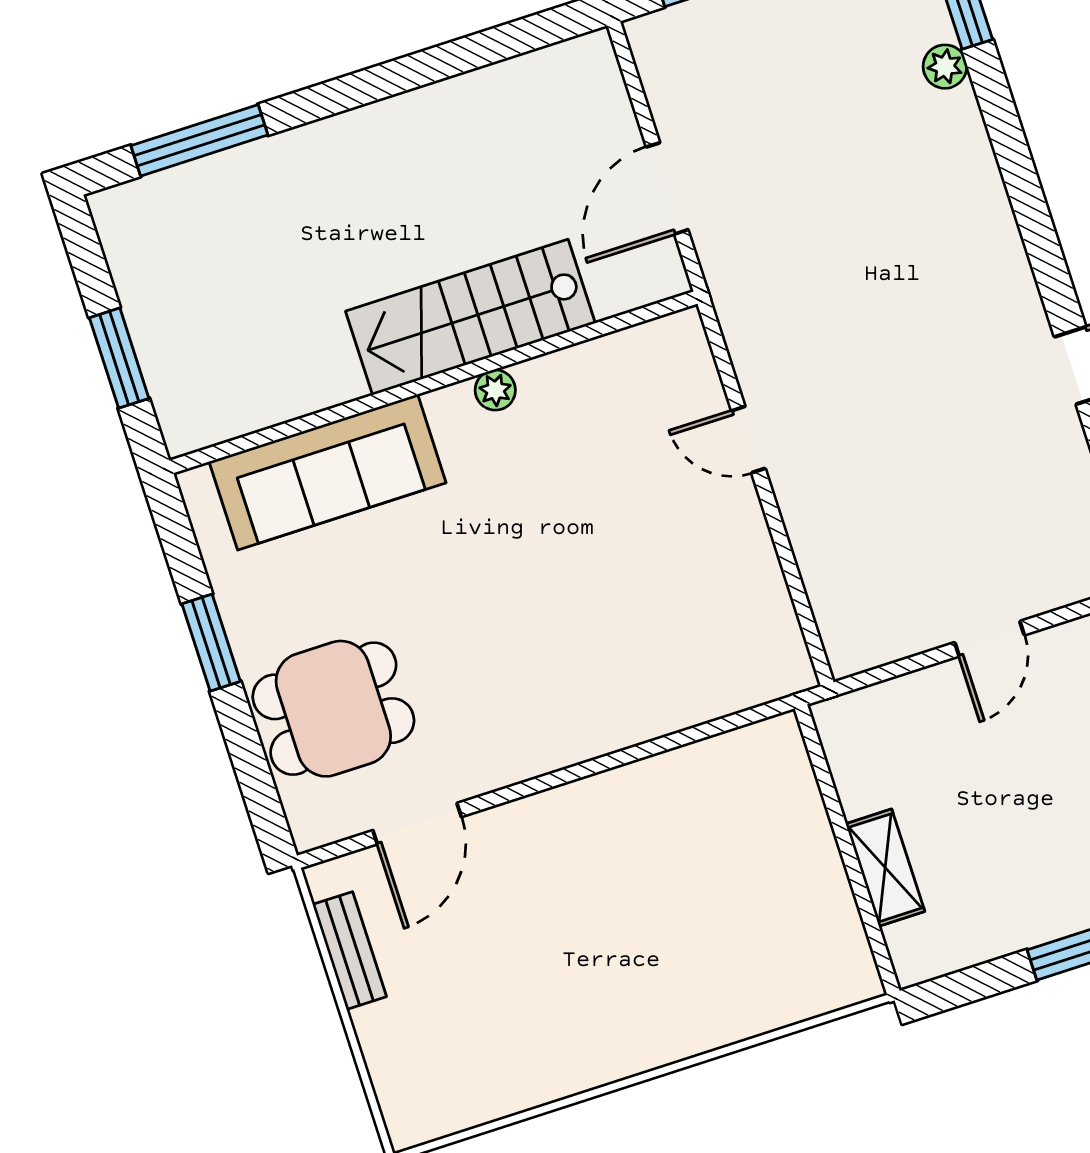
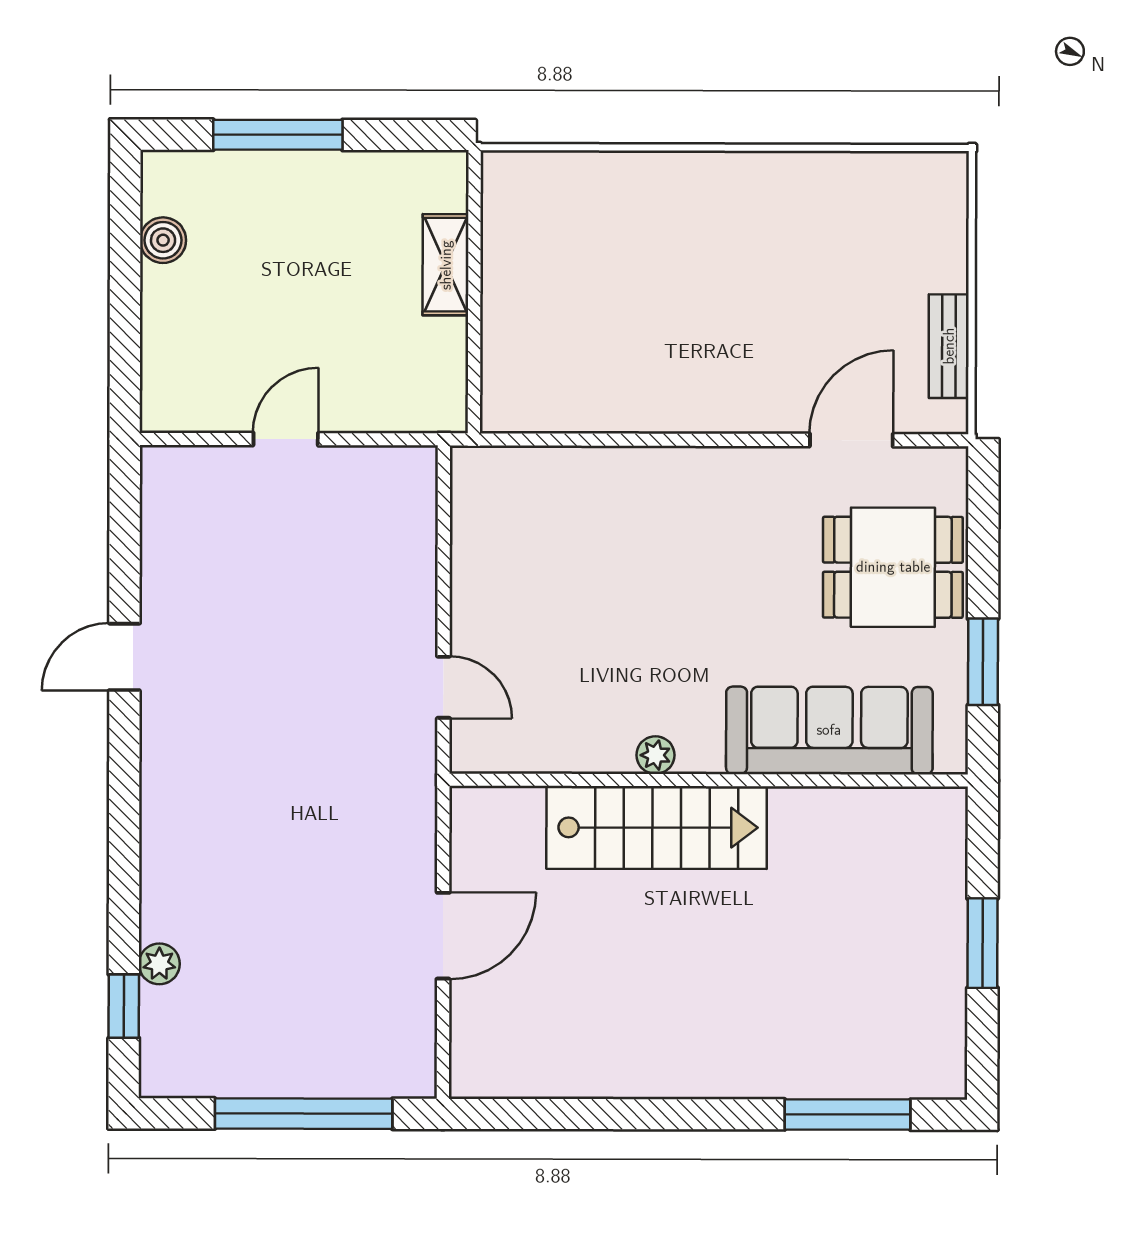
stairs: (470, 317) -> (657, 828), moved
wall: (433, 382) -> (709, 780), moved
plant: (495, 390) -> (656, 755), moved
sofa: (328, 472) -> (829, 730), moved

